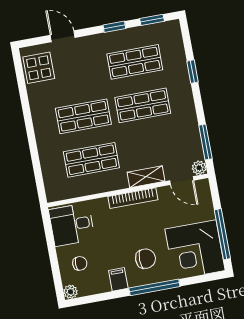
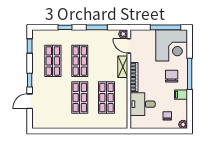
window: (114, 27) -> (30, 80), moved
display table: (39, 68) -> (46, 119), removed
window: (205, 142) -> (97, 27), moved
door: (182, 181) -> (129, 46), swing flipped
desk: (72, 225) -> (143, 104), moved, turned 90

